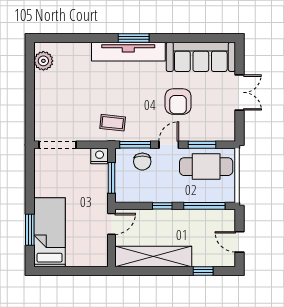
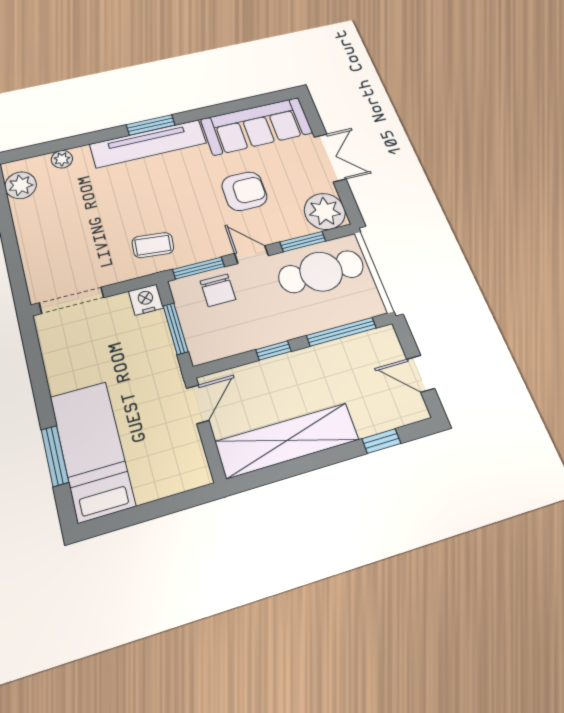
plant: (72, 49) -> (62, 159), added
armchair: (178, 102) -> (244, 191), turned -90
plant: (223, 129) -> (325, 211), added
door: (169, 145) -> (252, 255), hinge flipped

